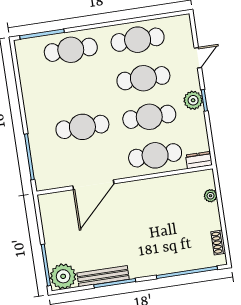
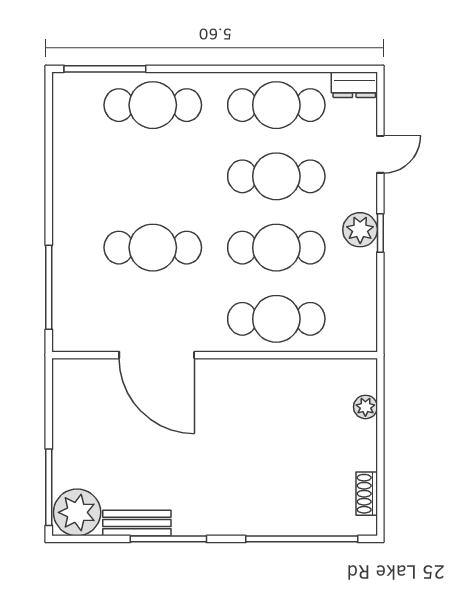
dresser: (199, 160) -> (354, 85), moved, turned 180
door: (93, 185) -> (157, 355), hinge flipped
bench: (103, 276) -> (137, 523), width x0.73

